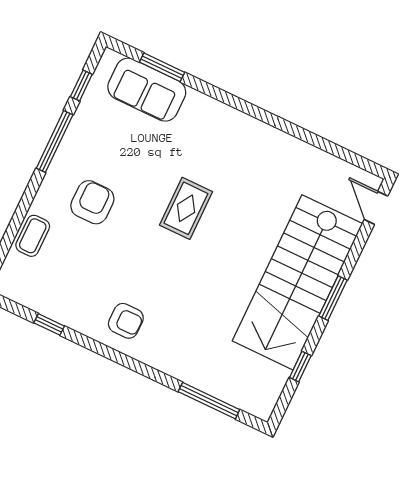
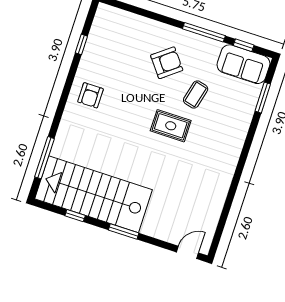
sofa: (147, 90) -> (243, 64), moved, turned -90
armchair: (92, 202) -> (167, 63), turned -38
coffee table: (33, 236) -> (196, 94), moved, turned -76
stairs: (297, 282) -> (93, 194), moved

